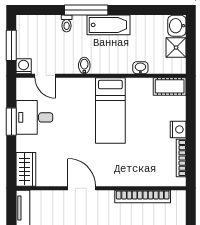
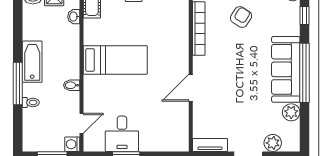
washbasin: (140, 68) -> (74, 17), moved
wardrobe: (26, 169) -> (172, 142), removed

